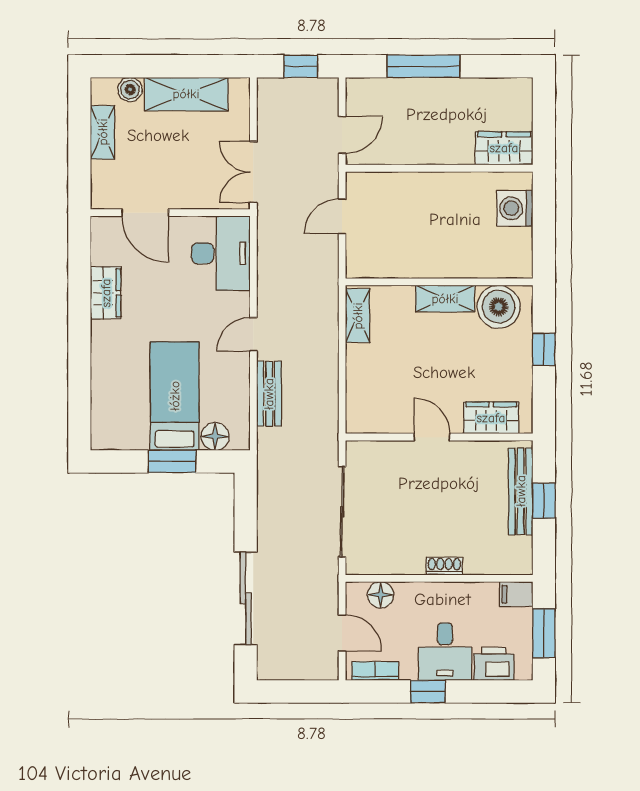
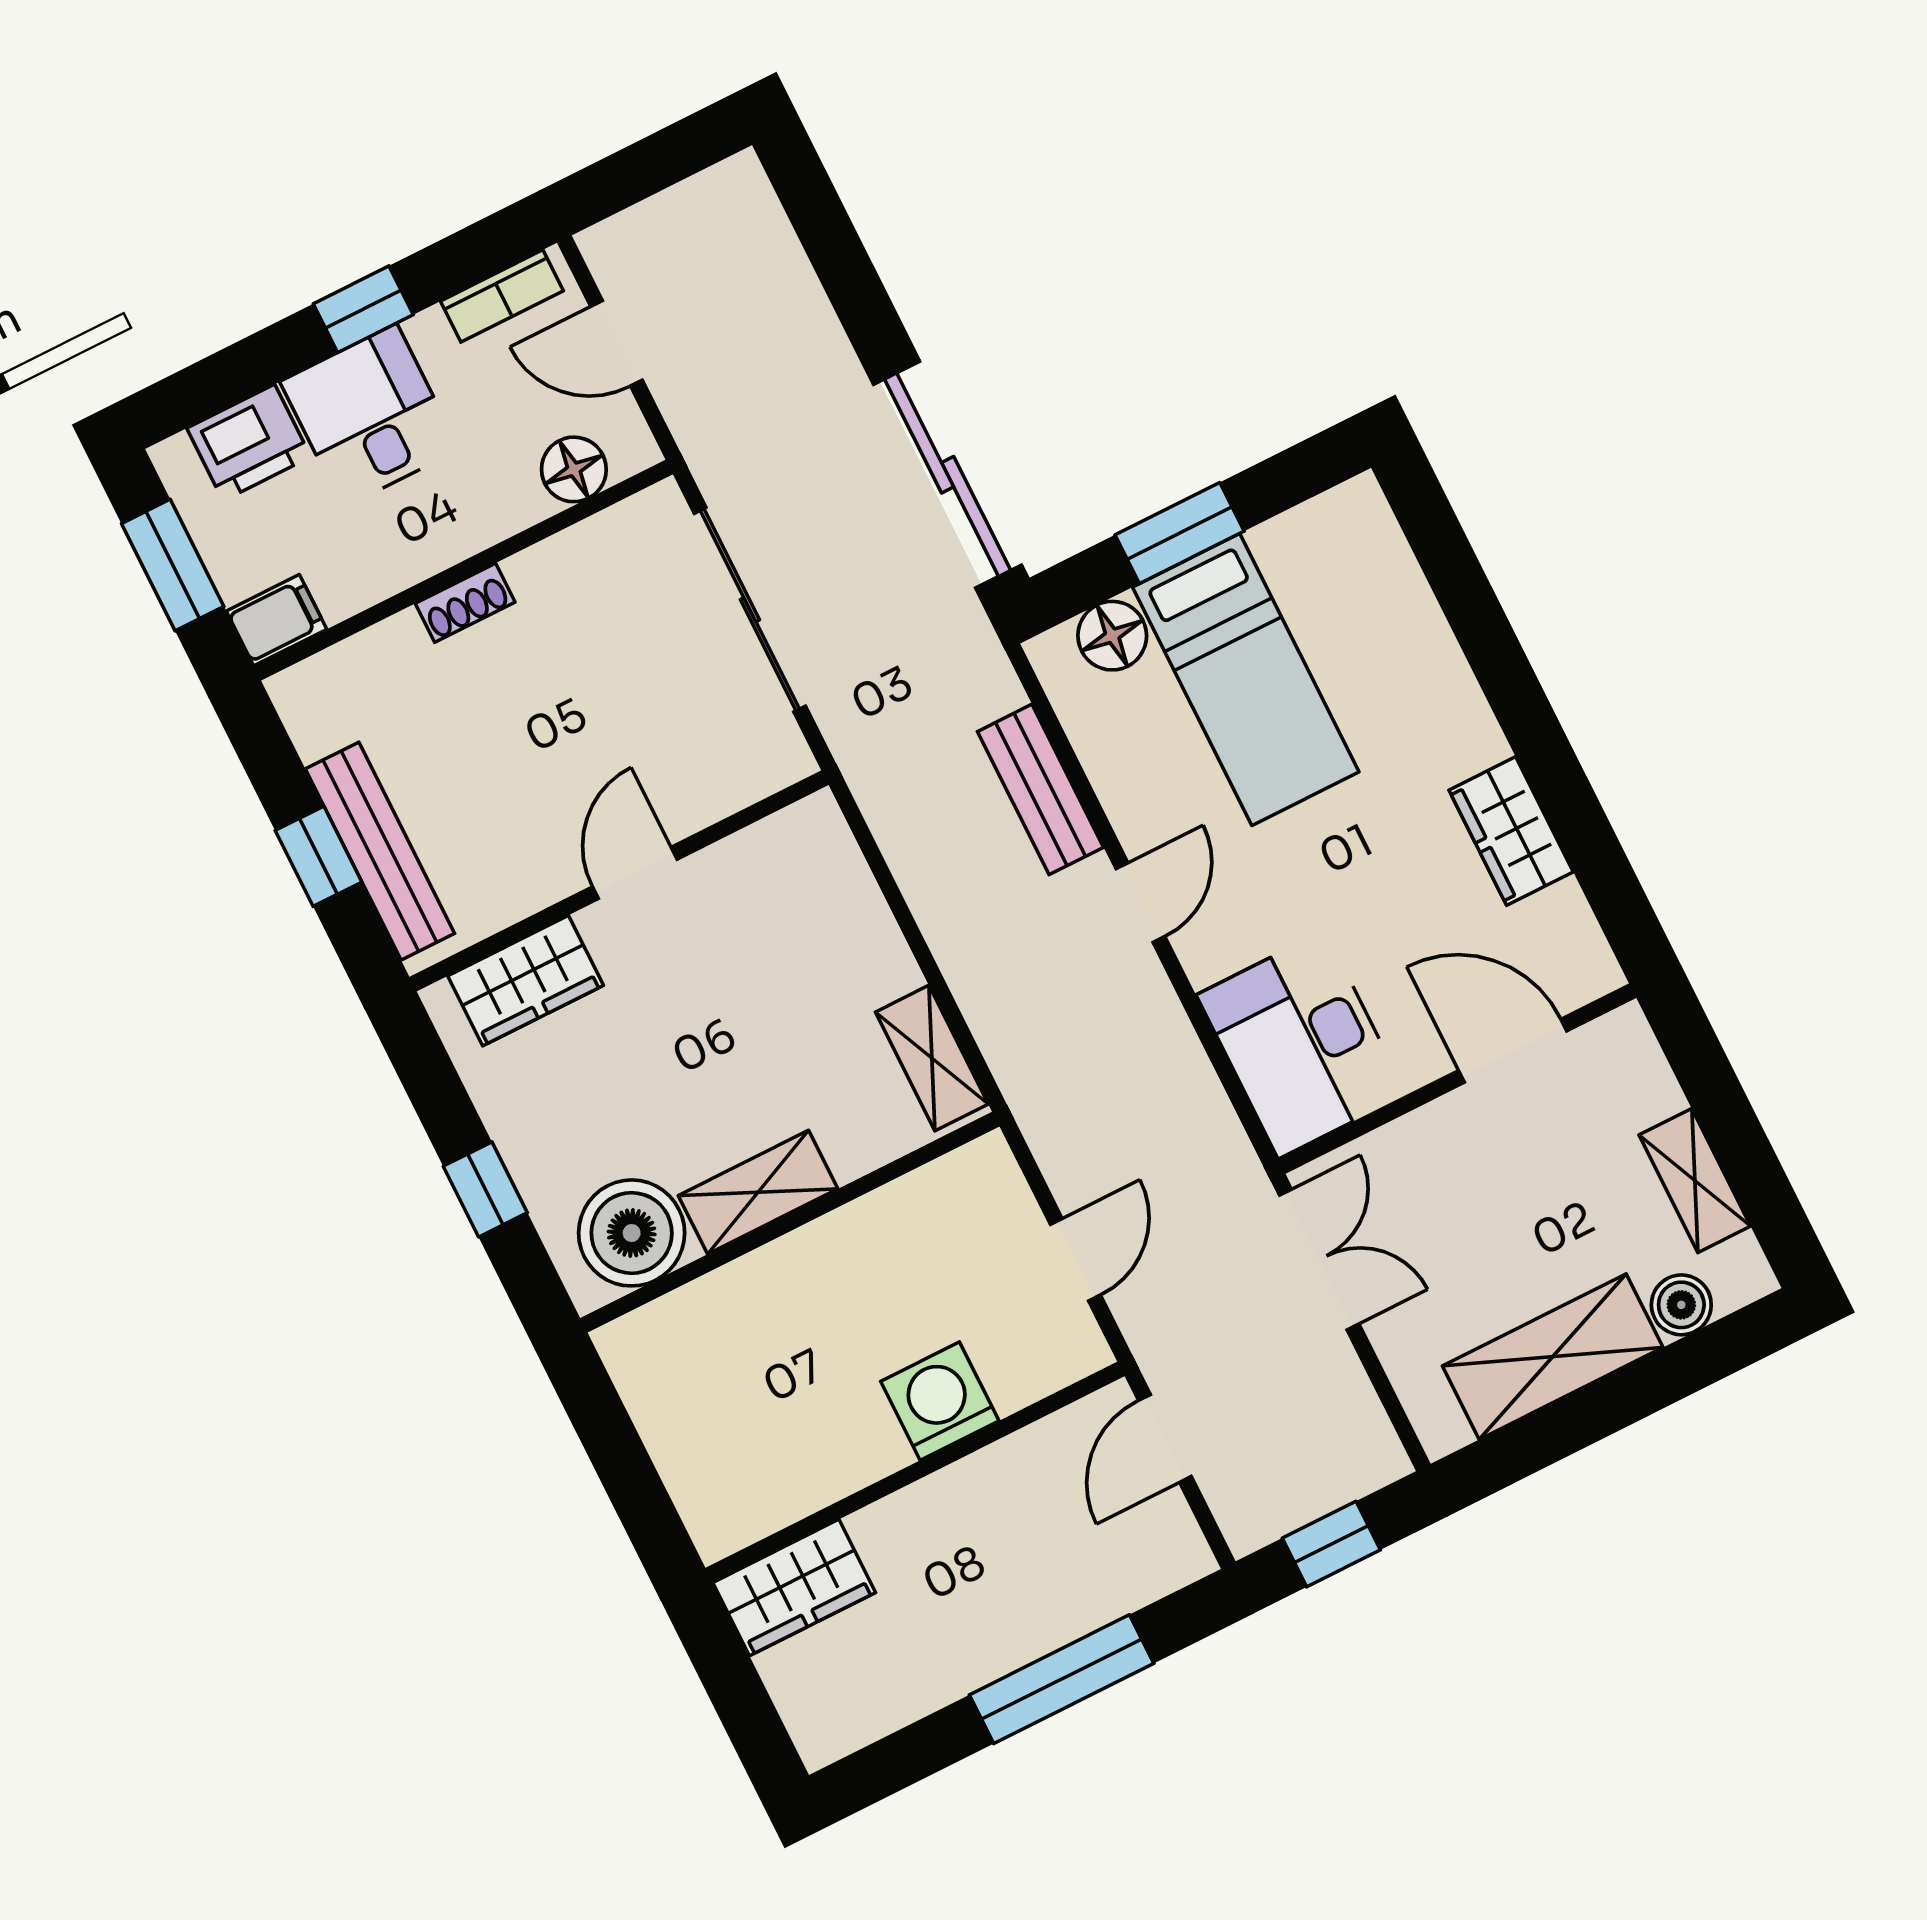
washing machine: (515, 208) -> (940, 1401), moved, turned -90
door: (432, 437) -> (635, 873), swing flipped
sliding door: (246, 598) -> (948, 475), moved

